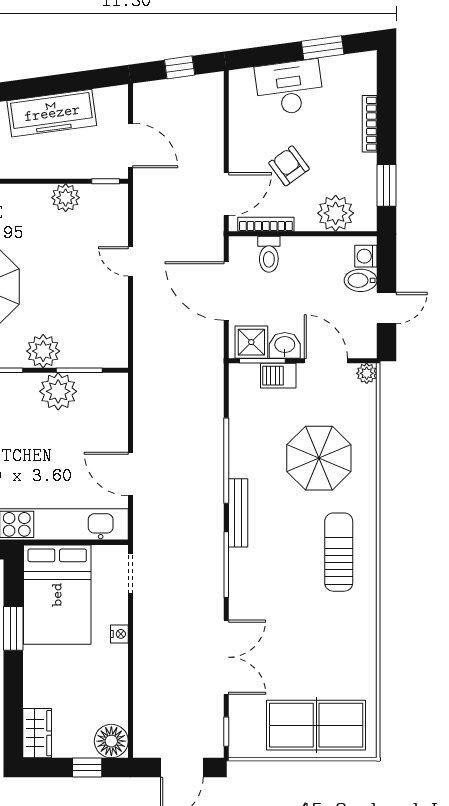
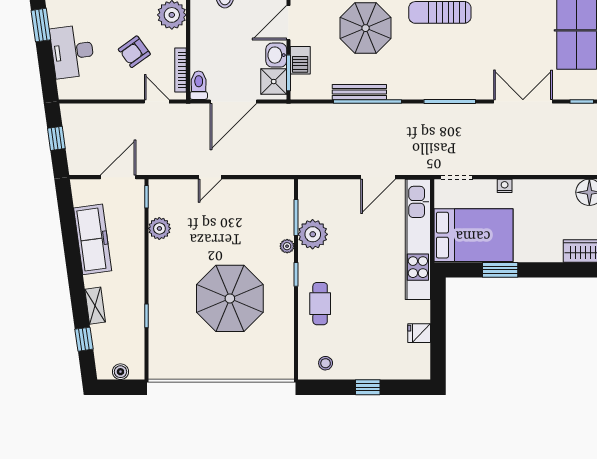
door: (226, 194) -> (157, 101), width x0.73
toilet: (269, 254) -> (199, 85), moved, turned -90
plant: (43, 351) -> (287, 246), width x0.53, depth x0.53
bench: (238, 513) -> (359, 92), moved

